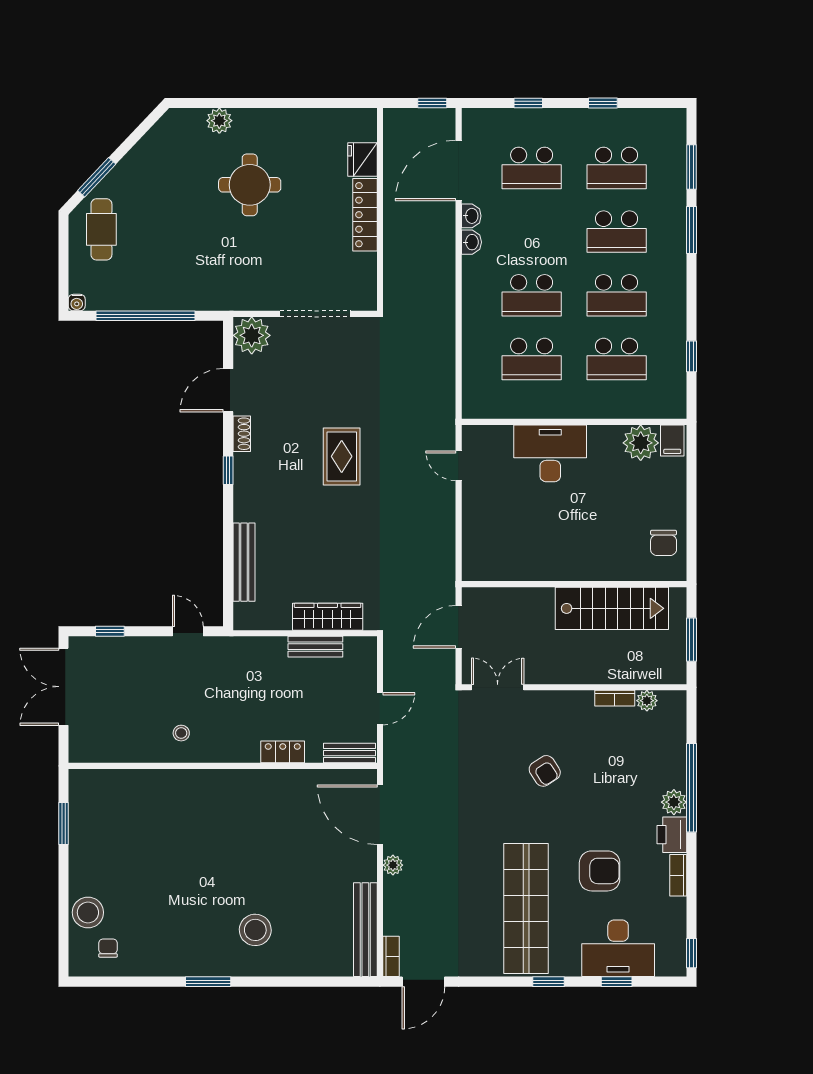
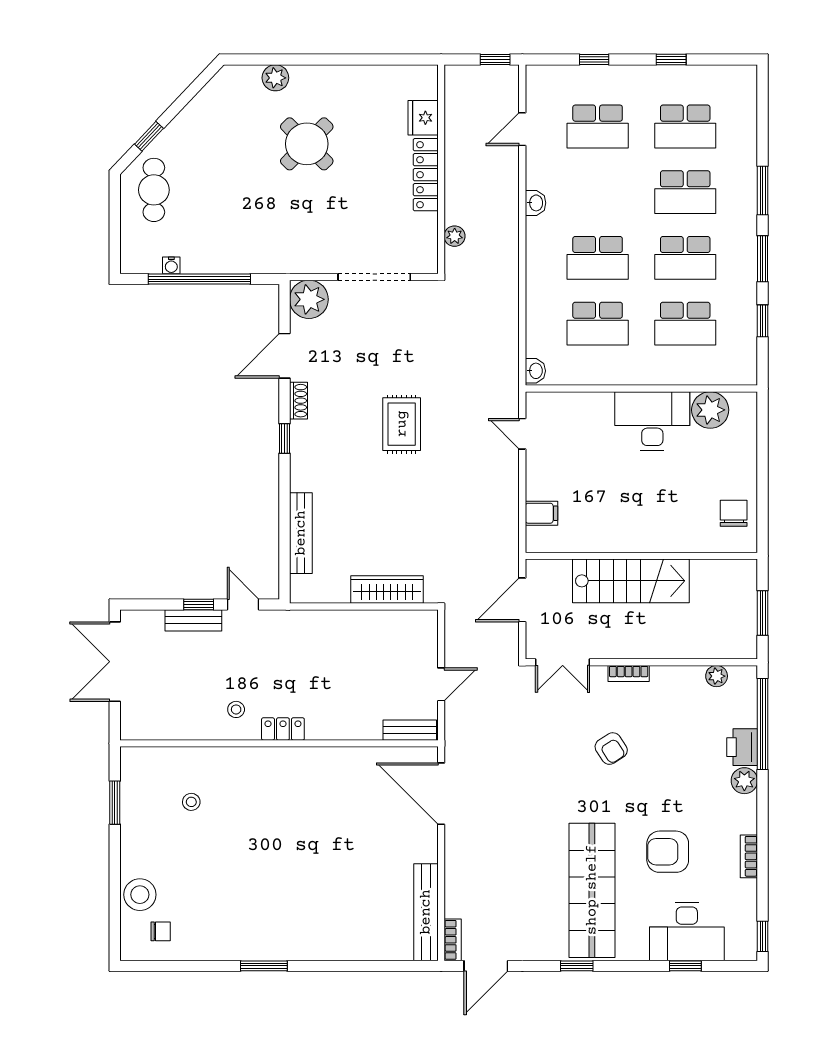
window: (691, 167) -> (763, 259), moved
door: (459, 171) -> (522, 129), width x0.53
window: (97, 177) -> (149, 136), width x0.67
round table: (250, 185) -> (307, 144), turned 45
washbasin: (471, 216) -> (535, 371), moved
water cooler: (77, 303) -> (171, 265), moved
filing cabinet: (672, 440) -> (541, 513), moved, turned -90
desk: (550, 453) -> (652, 421), moved
chair: (664, 543) -> (734, 513), turned 180
stairs: (612, 608) -> (631, 581), moved
window: (110, 631) -> (199, 604), moved
bench: (315, 647) -> (193, 620), moved
double door: (498, 687) -> (563, 662), swing flipped
bookcase: (615, 698) -> (629, 673), moved
locker: (283, 752) -> (283, 729), moved
window: (691, 788) -> (763, 724), moved
printer: (672, 835) -> (742, 747), moved
plant: (393, 865) -> (455, 236), moved
armchair: (600, 871) -> (668, 852), turned 180
stool: (255, 930) -> (191, 802), moved, width x0.53, depth x0.53
chair: (108, 948) -> (161, 931), turned 90
window: (548, 982) -> (577, 966), moved

